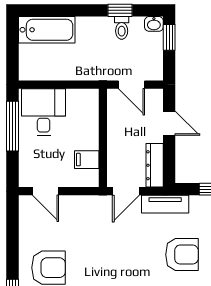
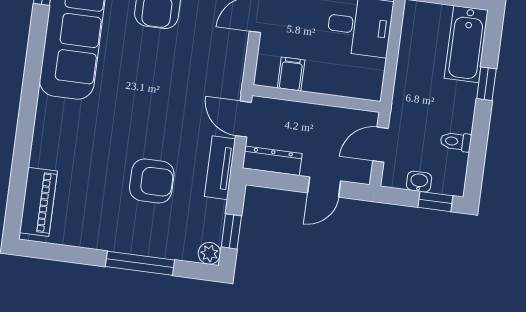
window: (120, 10) -> (486, 84), moved
washbasin: (154, 24) -> (419, 182), moved, turned 90
armchair: (182, 255) -> (152, 181), turned -90

